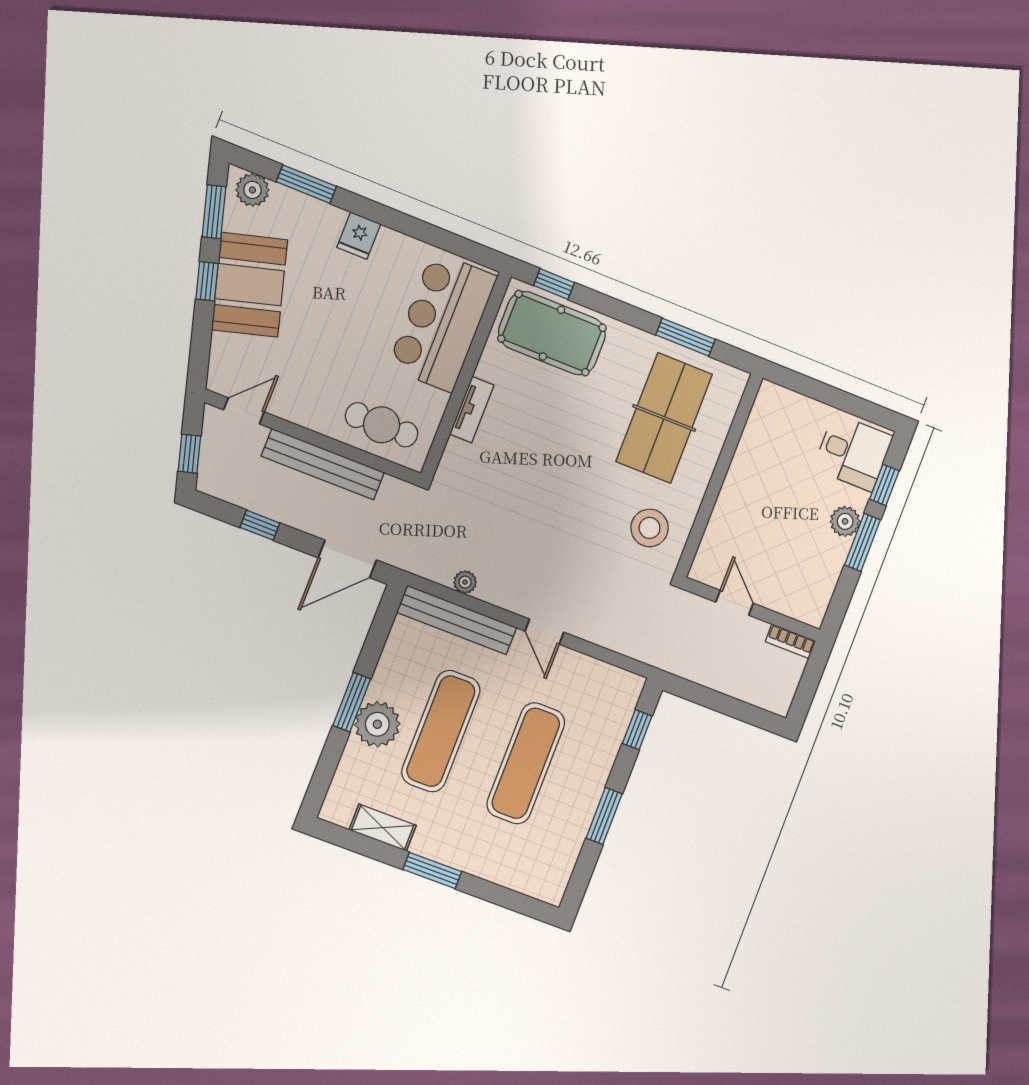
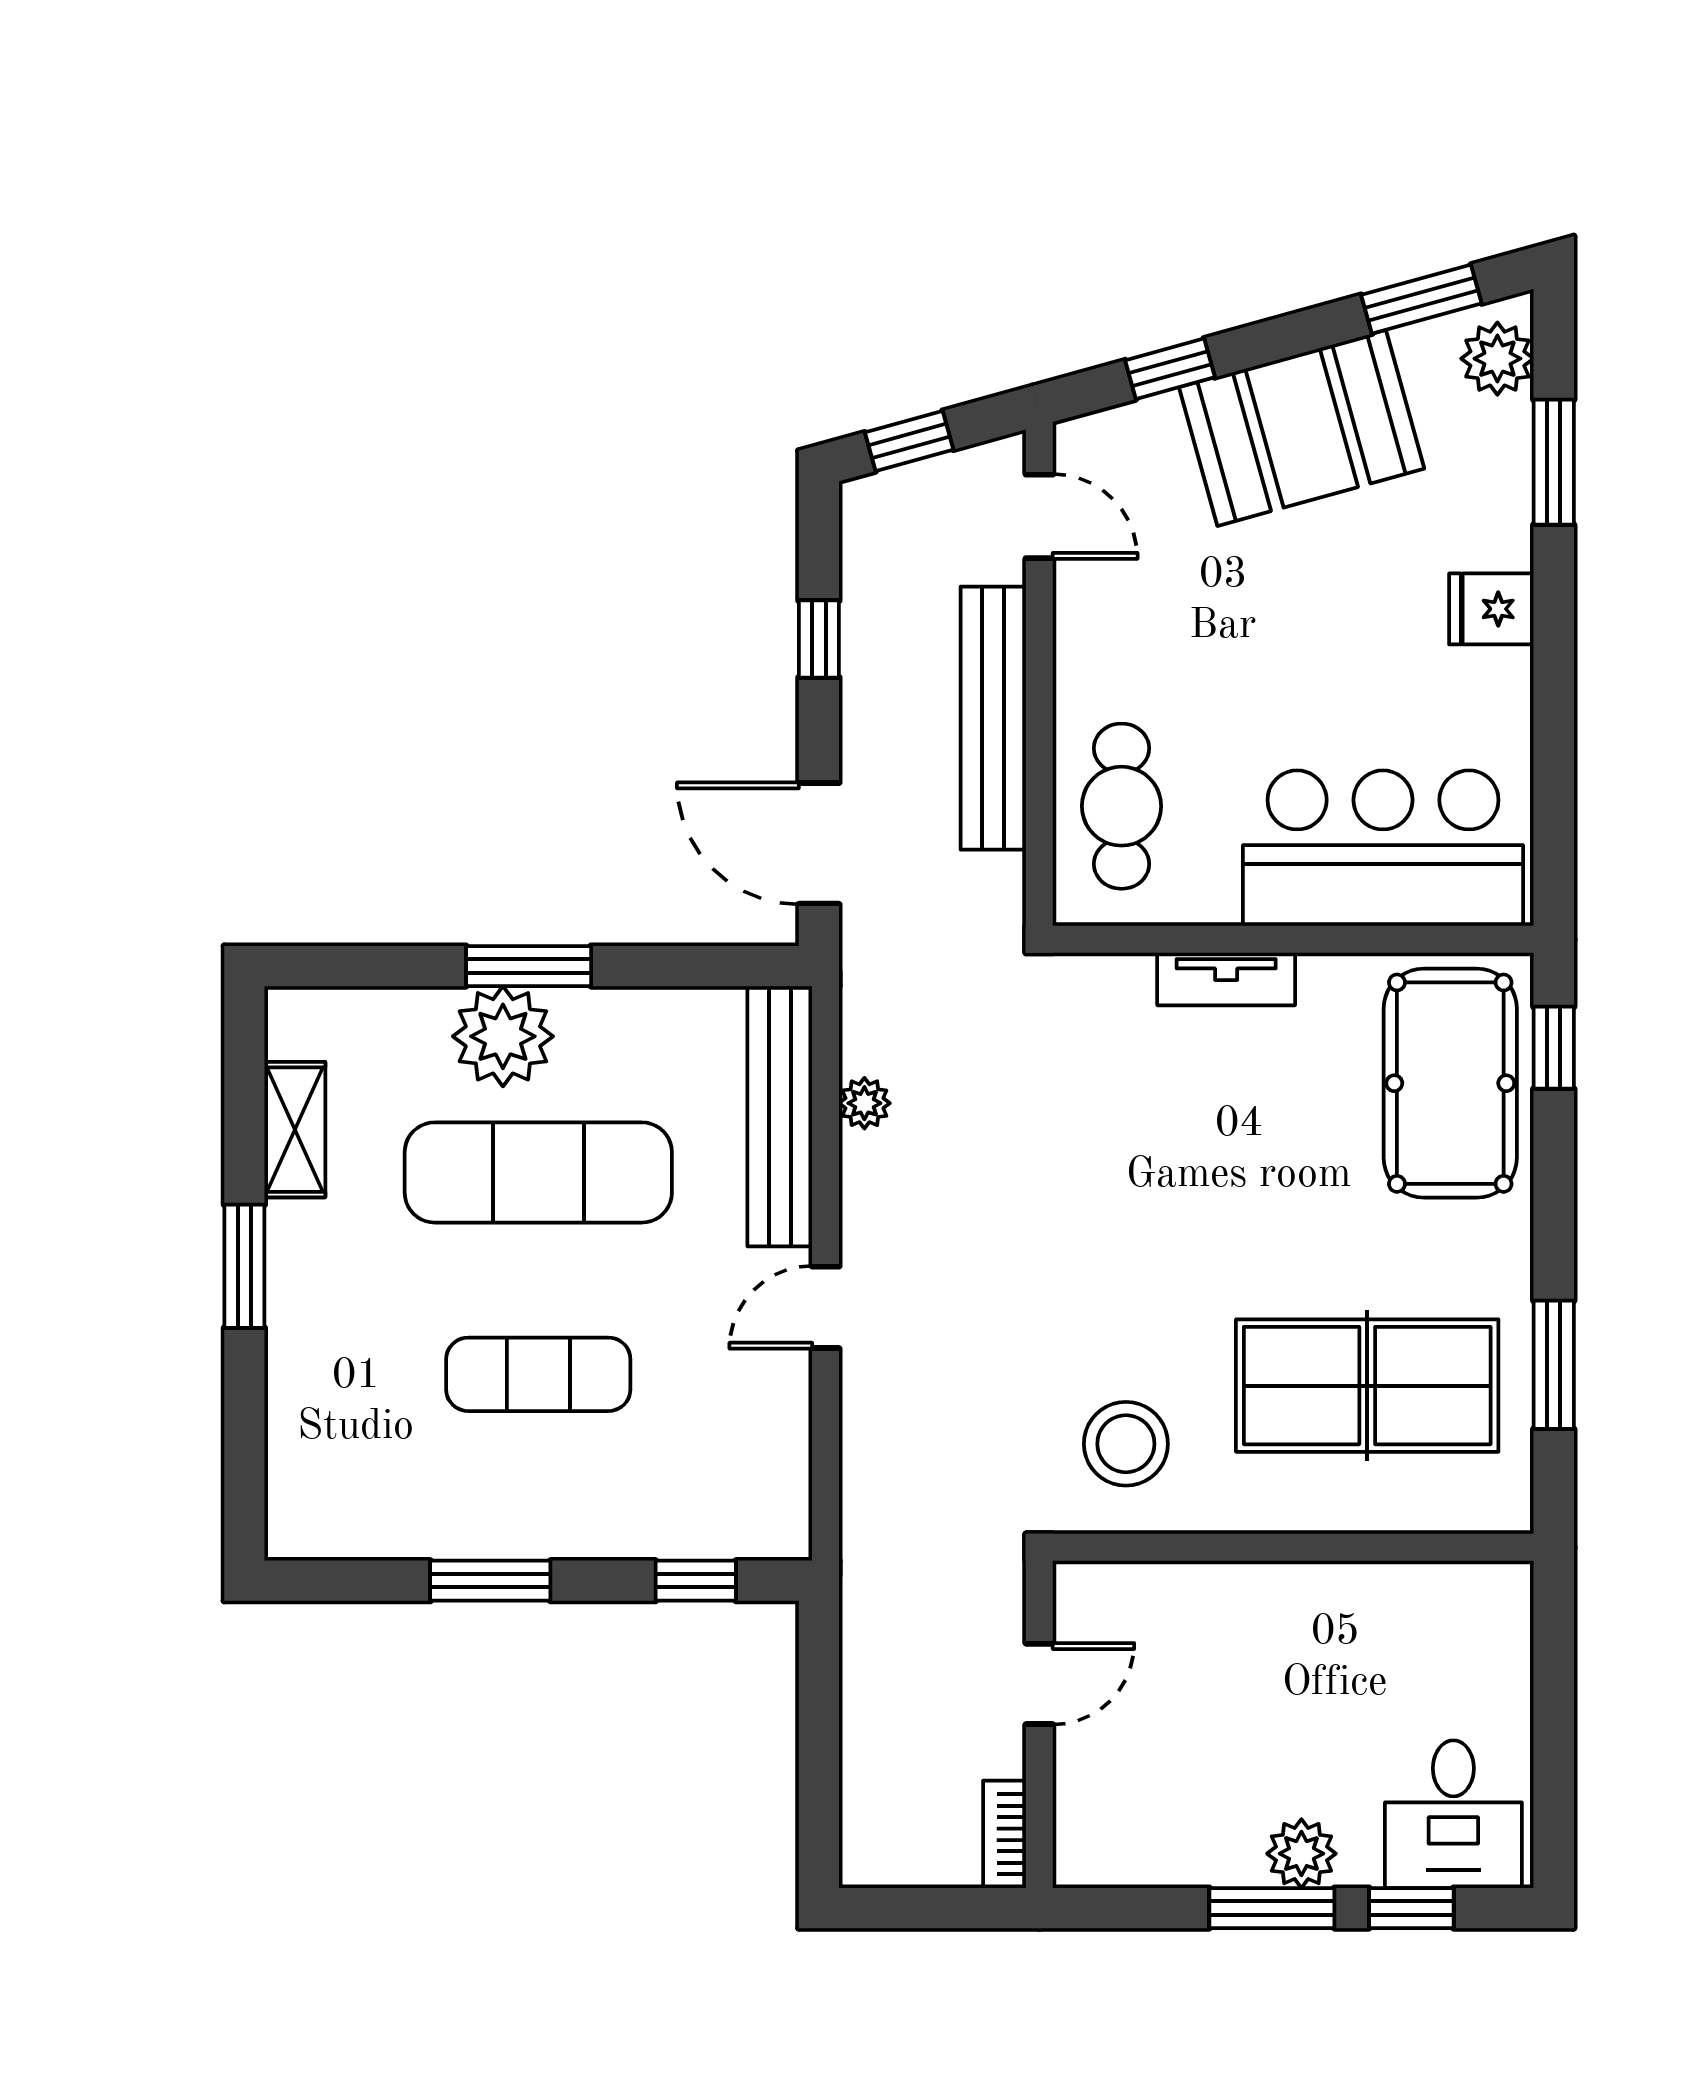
window: (207, 281) -> (1170, 369), moved
exercise mat: (526, 763) -> (538, 1374), width x0.73, depth x0.69

